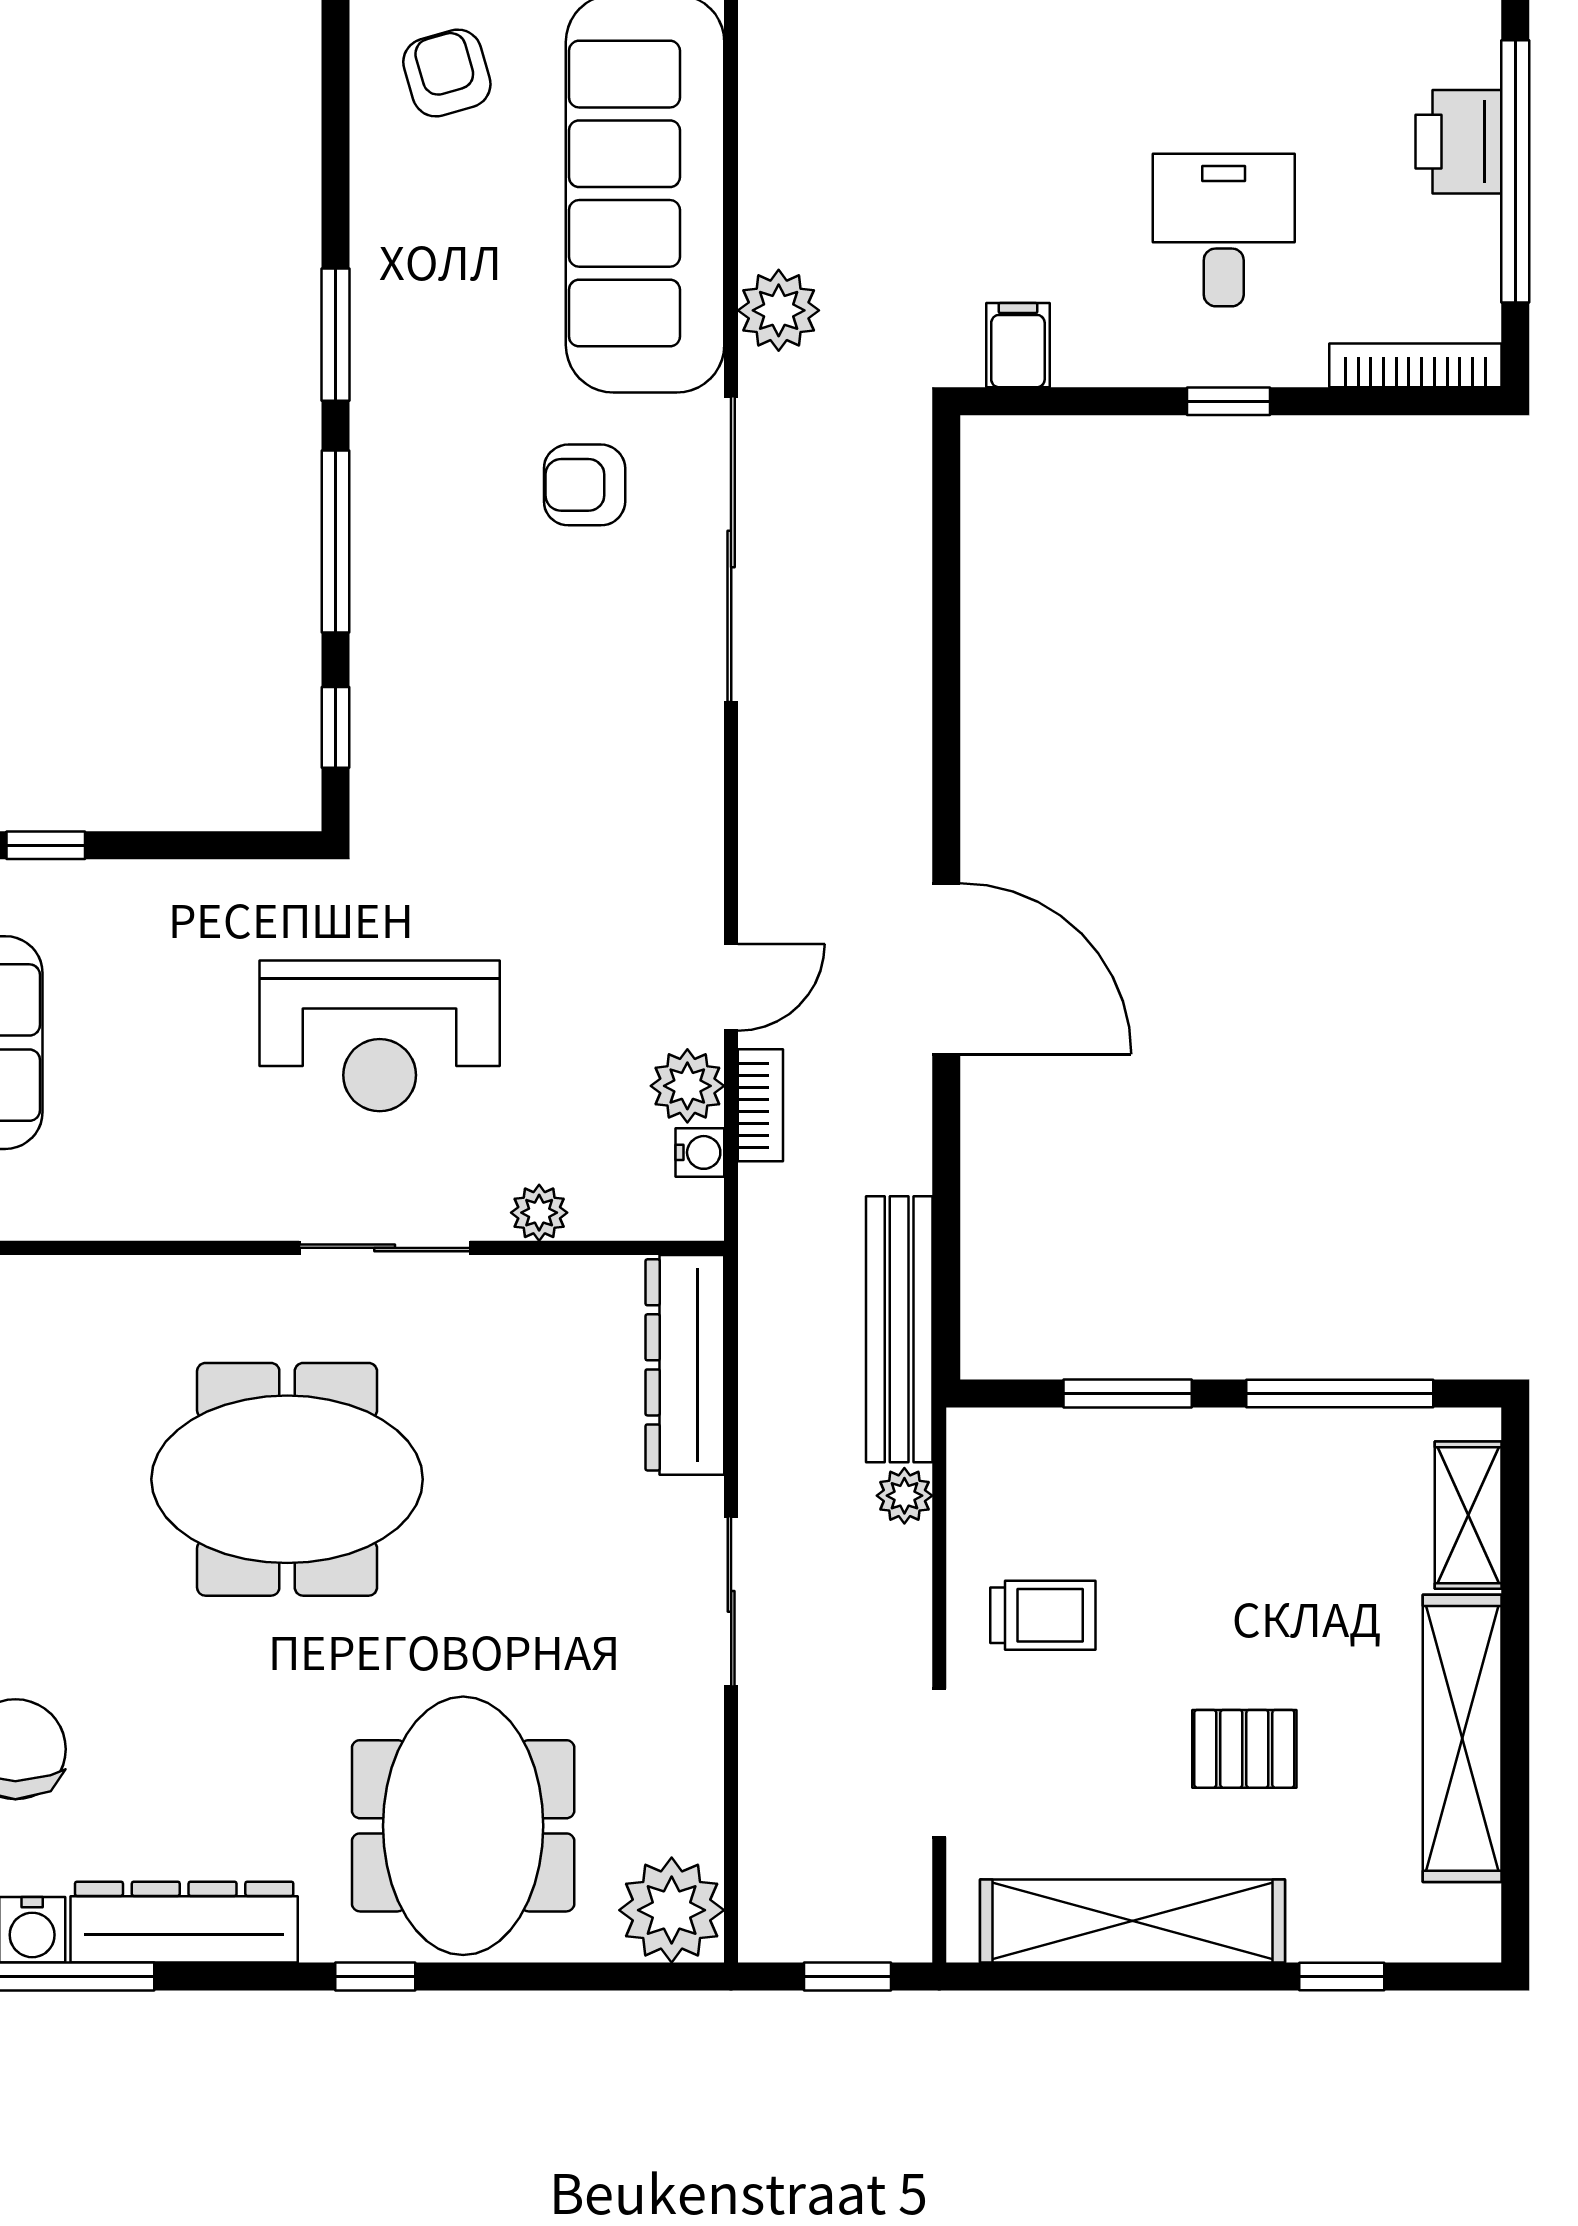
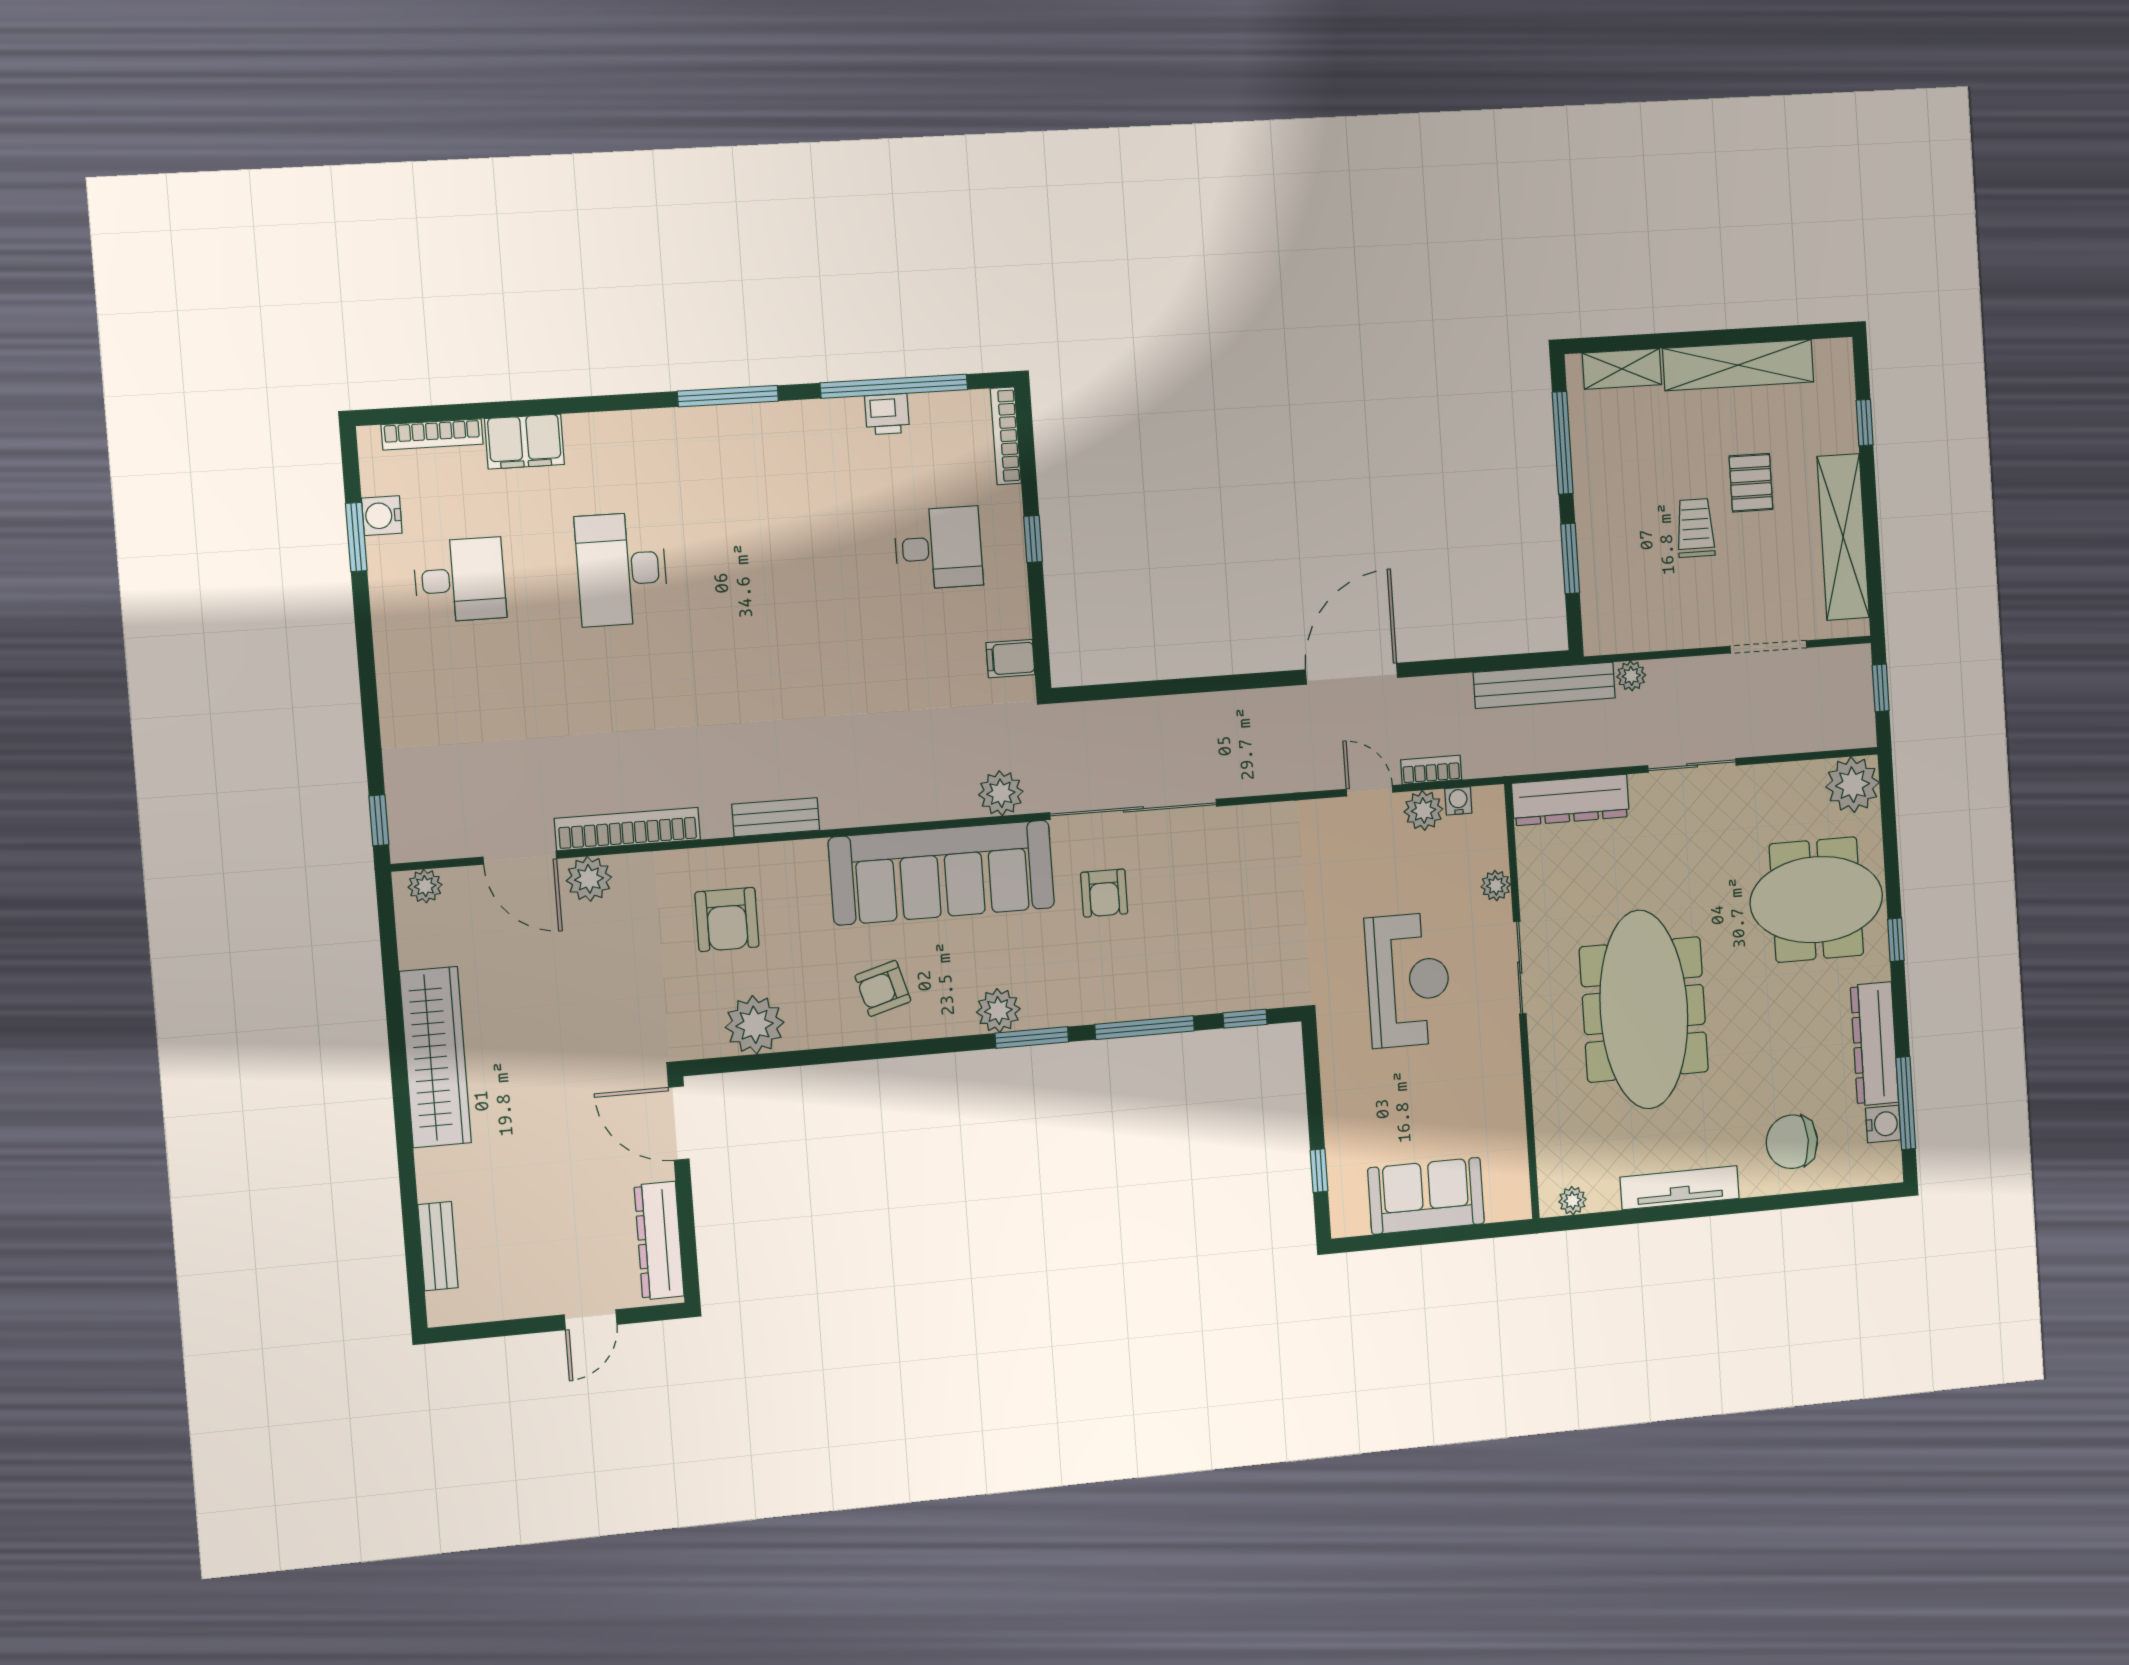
printer: (1458, 142) -> (887, 414), width x0.73, depth x0.81
desk: (1224, 230) -> (939, 548), turned 180
plant: (389, 278) -> (998, 1011), added
meeting table: (287, 1479) -> (1644, 1010), width x1.36
trolley: (1043, 1615) -> (1695, 528), moved

